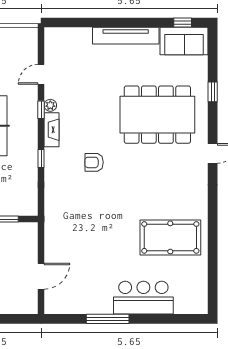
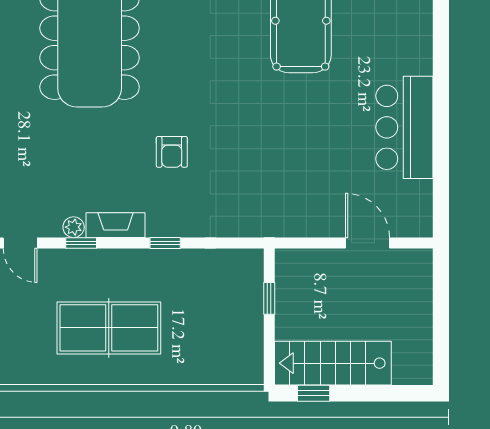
bar counter: (143, 298) -> (404, 127), moved
window: (108, 319) -> (441, 128), removed

